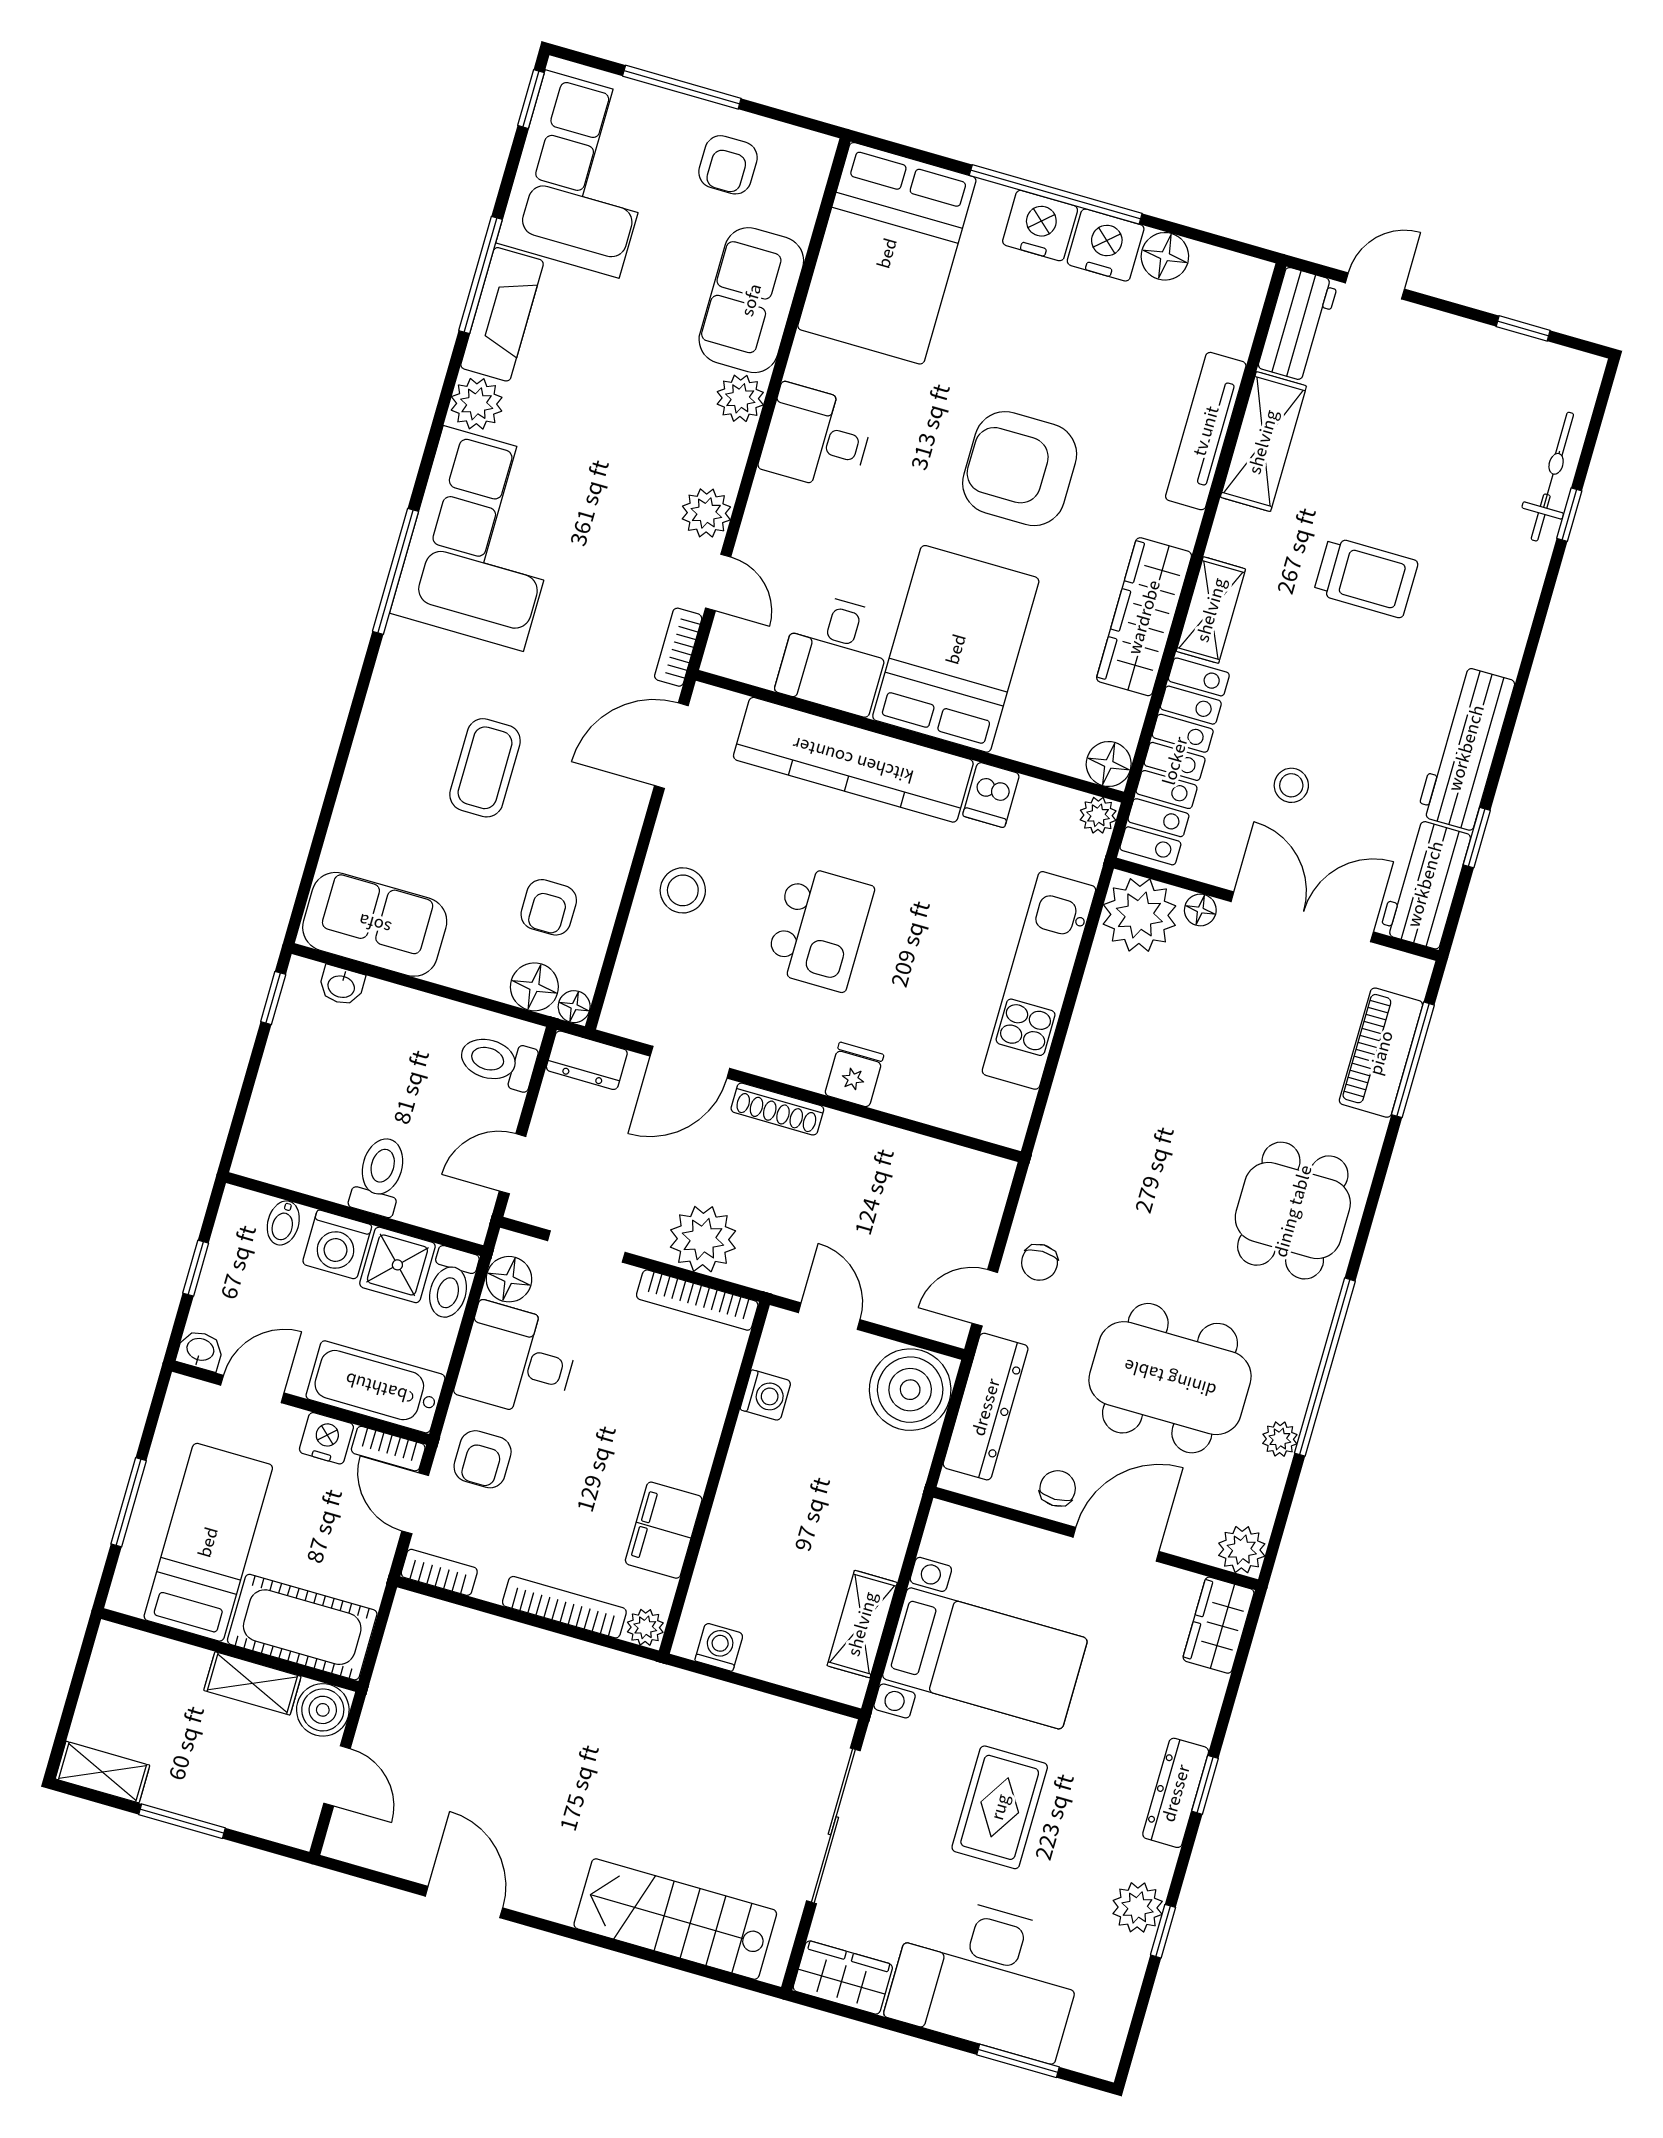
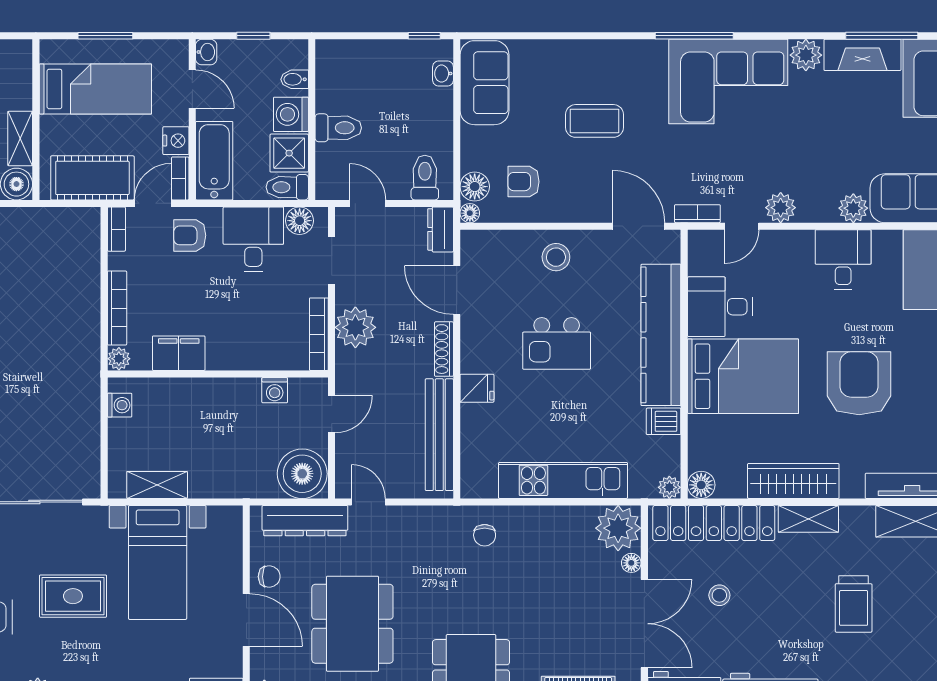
bench: (911, 1155) -> (439, 435), added
chair: (1040, 1262) -> (485, 535), moved, turned -90
cot: (302, 1627) -> (92, 178), moved, turned 90

